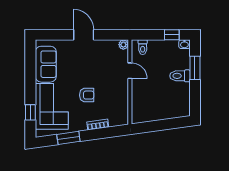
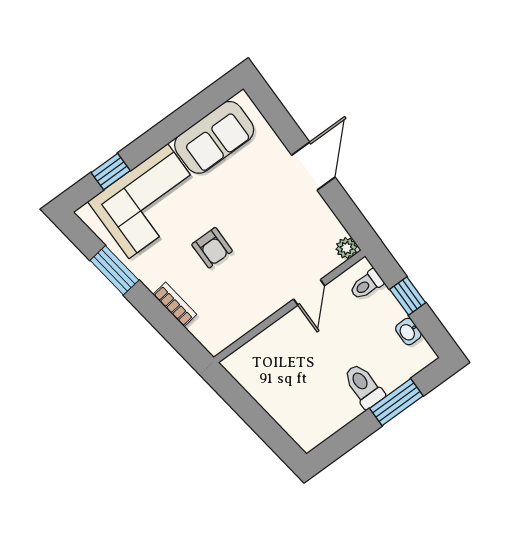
window: (172, 35) -> (408, 296), moved
washbasin: (184, 44) -> (408, 332), moved

